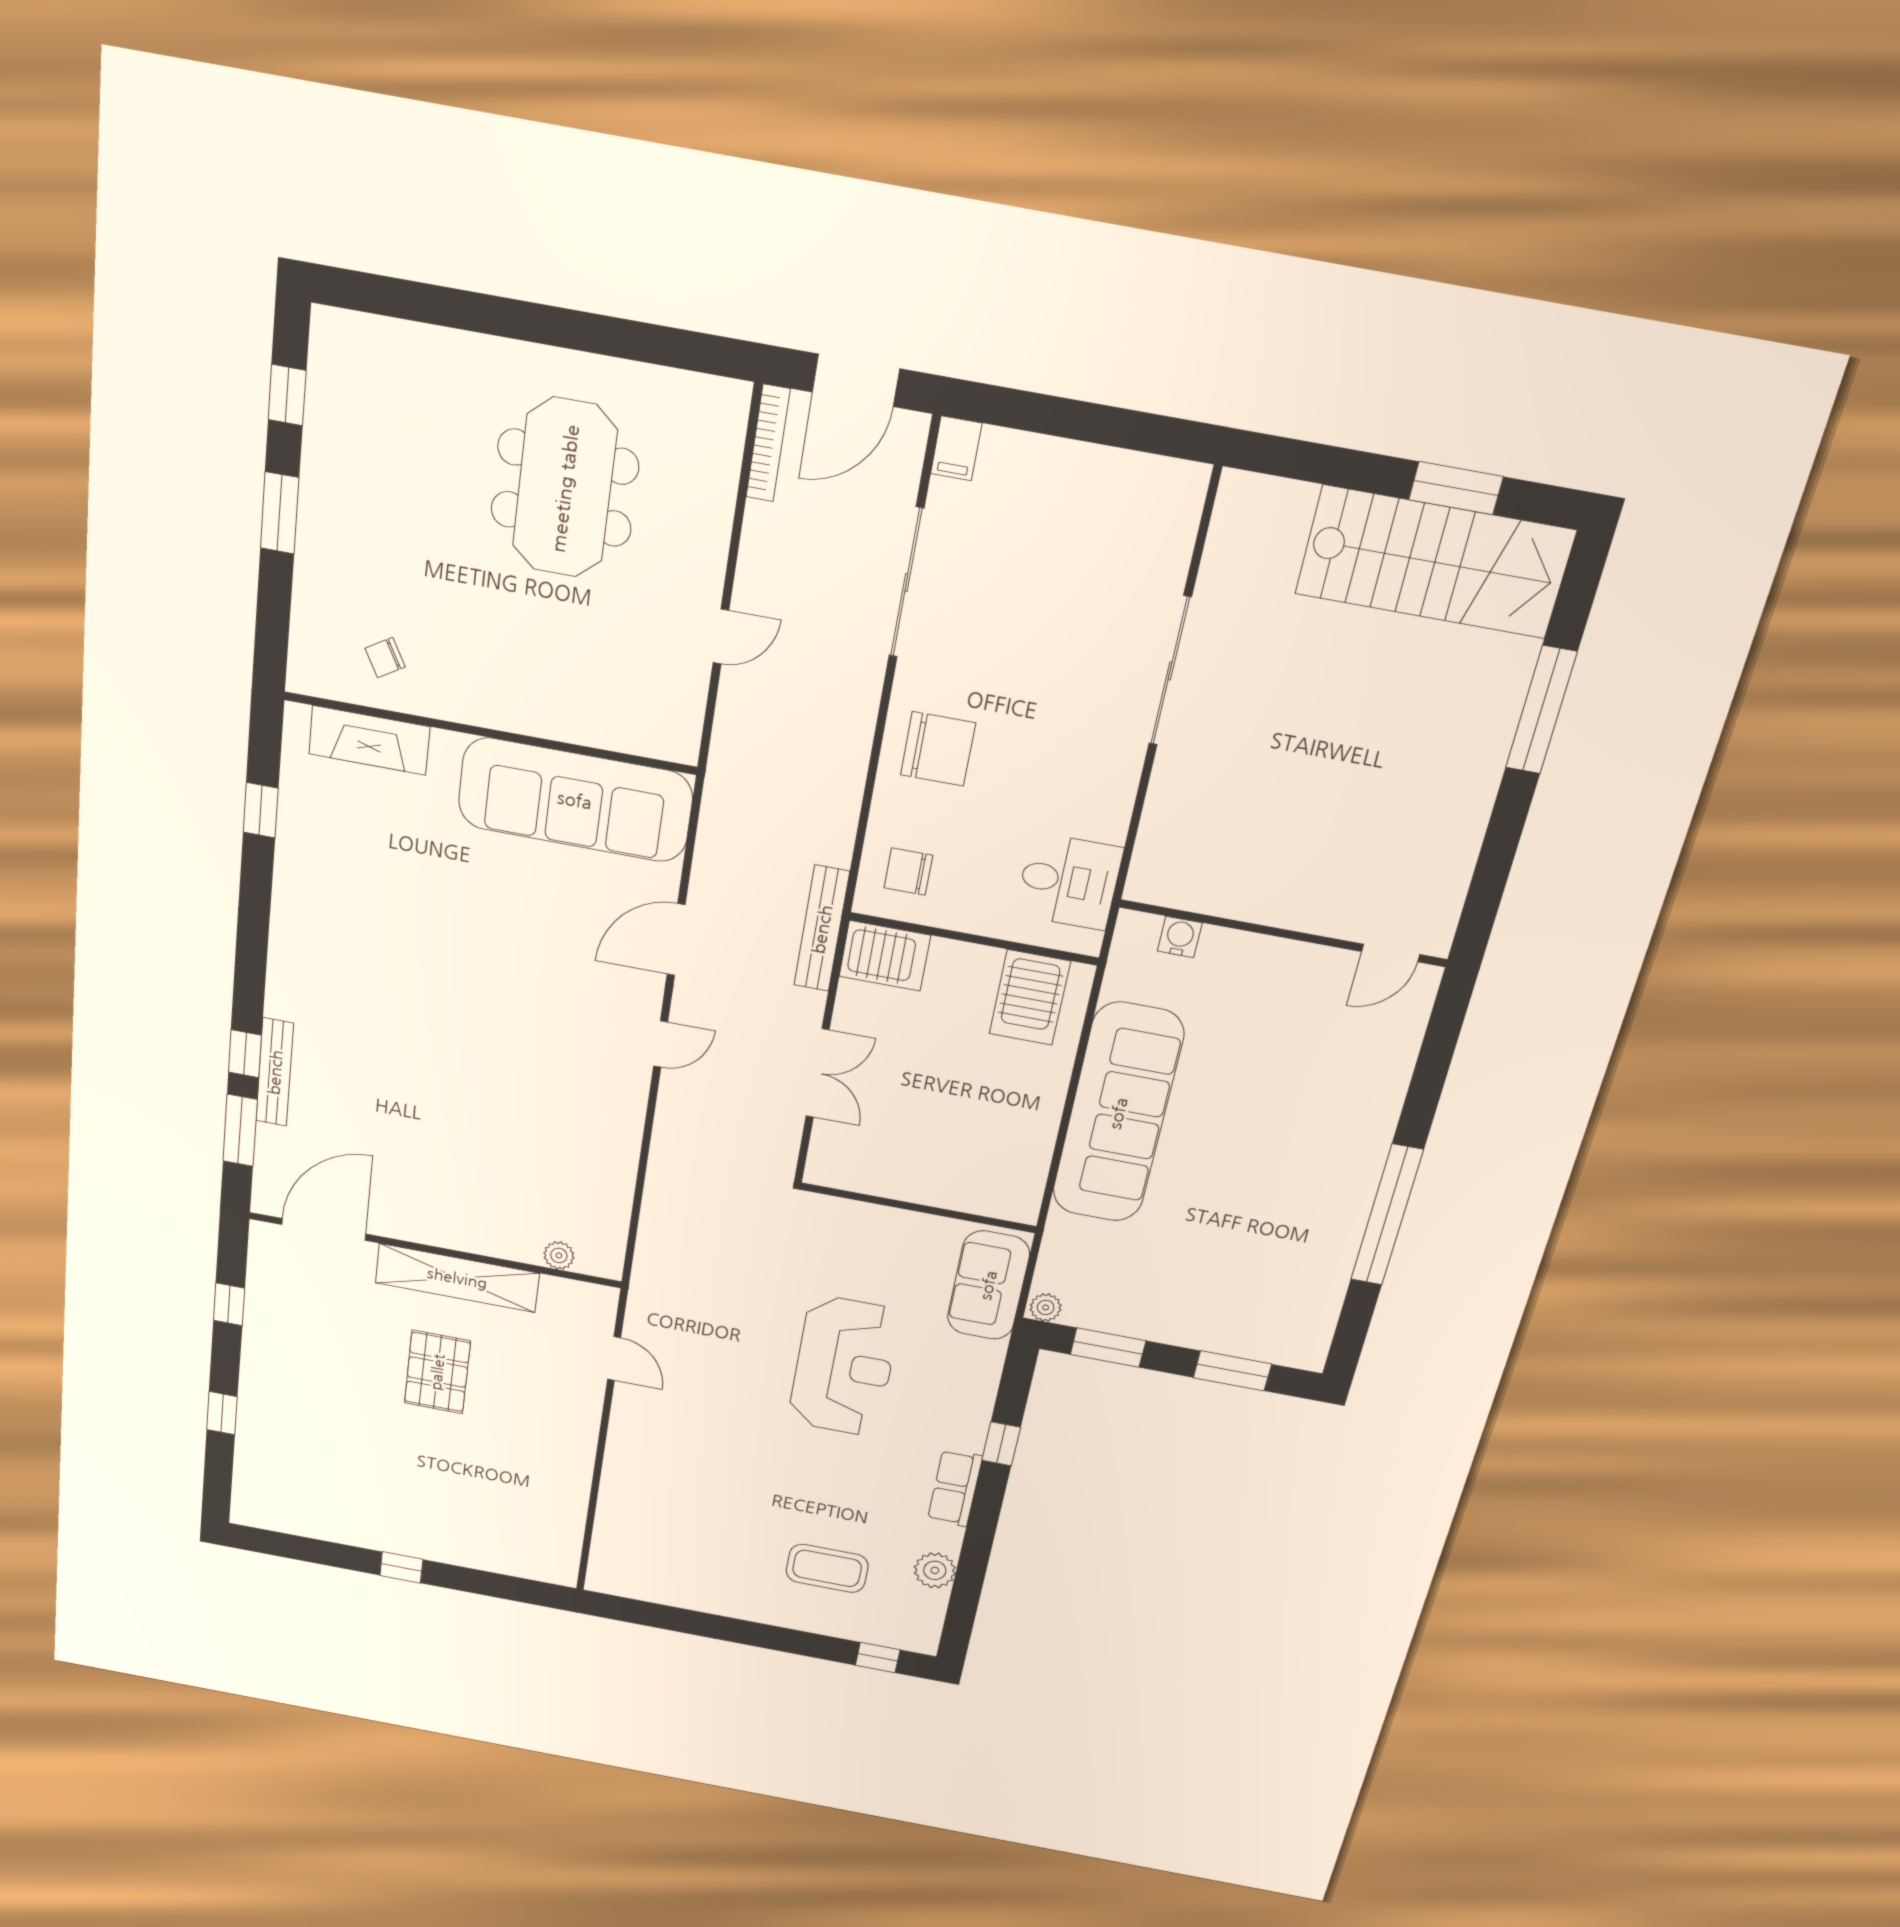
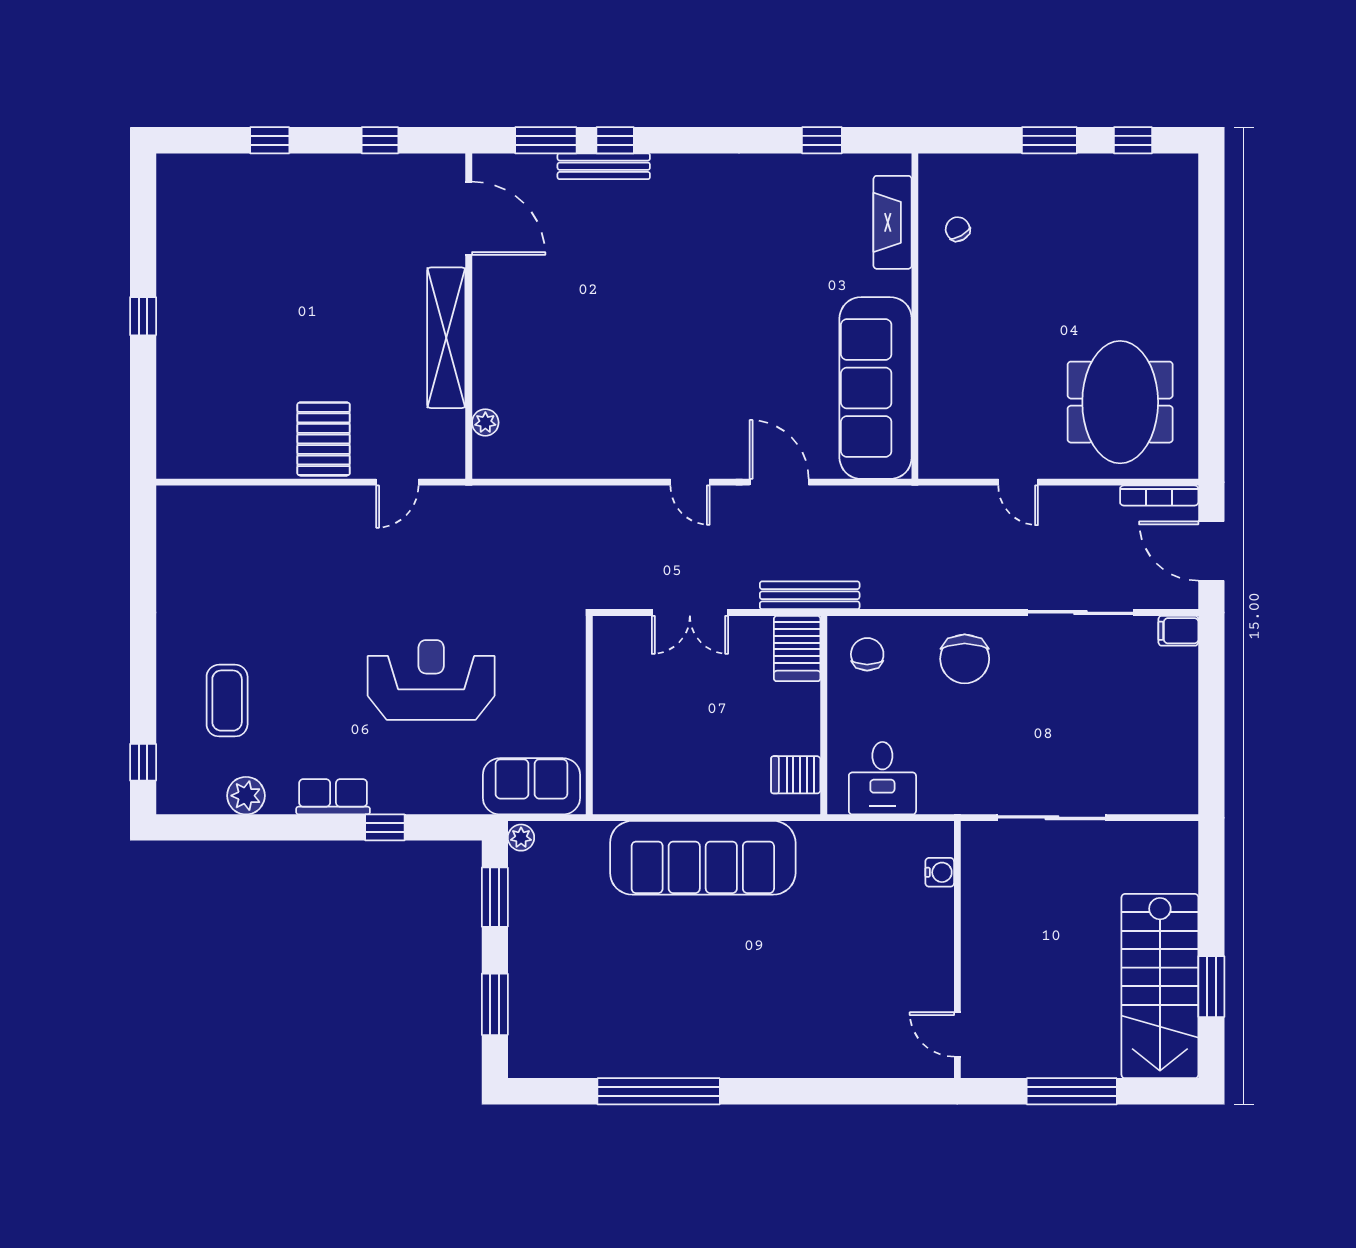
meeting table: (565, 488) -> (1120, 402), moved, turned 90
wall: (1283, 933) -> (957, 950), moved
water cooler: (1180, 937) -> (940, 872), moved
door: (1391, 953) -> (957, 1034), moved
server rack: (1030, 998) -> (796, 775), width x0.73, depth x0.70
reception desk: (844, 1366) -> (431, 680), turned 180
pallet: (437, 1372) -> (324, 439), moved, turned 90

